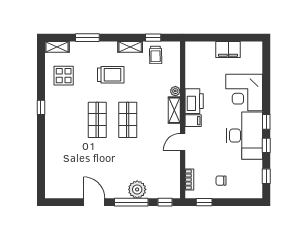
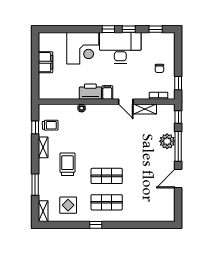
shelving: (174, 110) -> (145, 109), moved
shop shelf: (128, 120) -> (107, 202), moved

